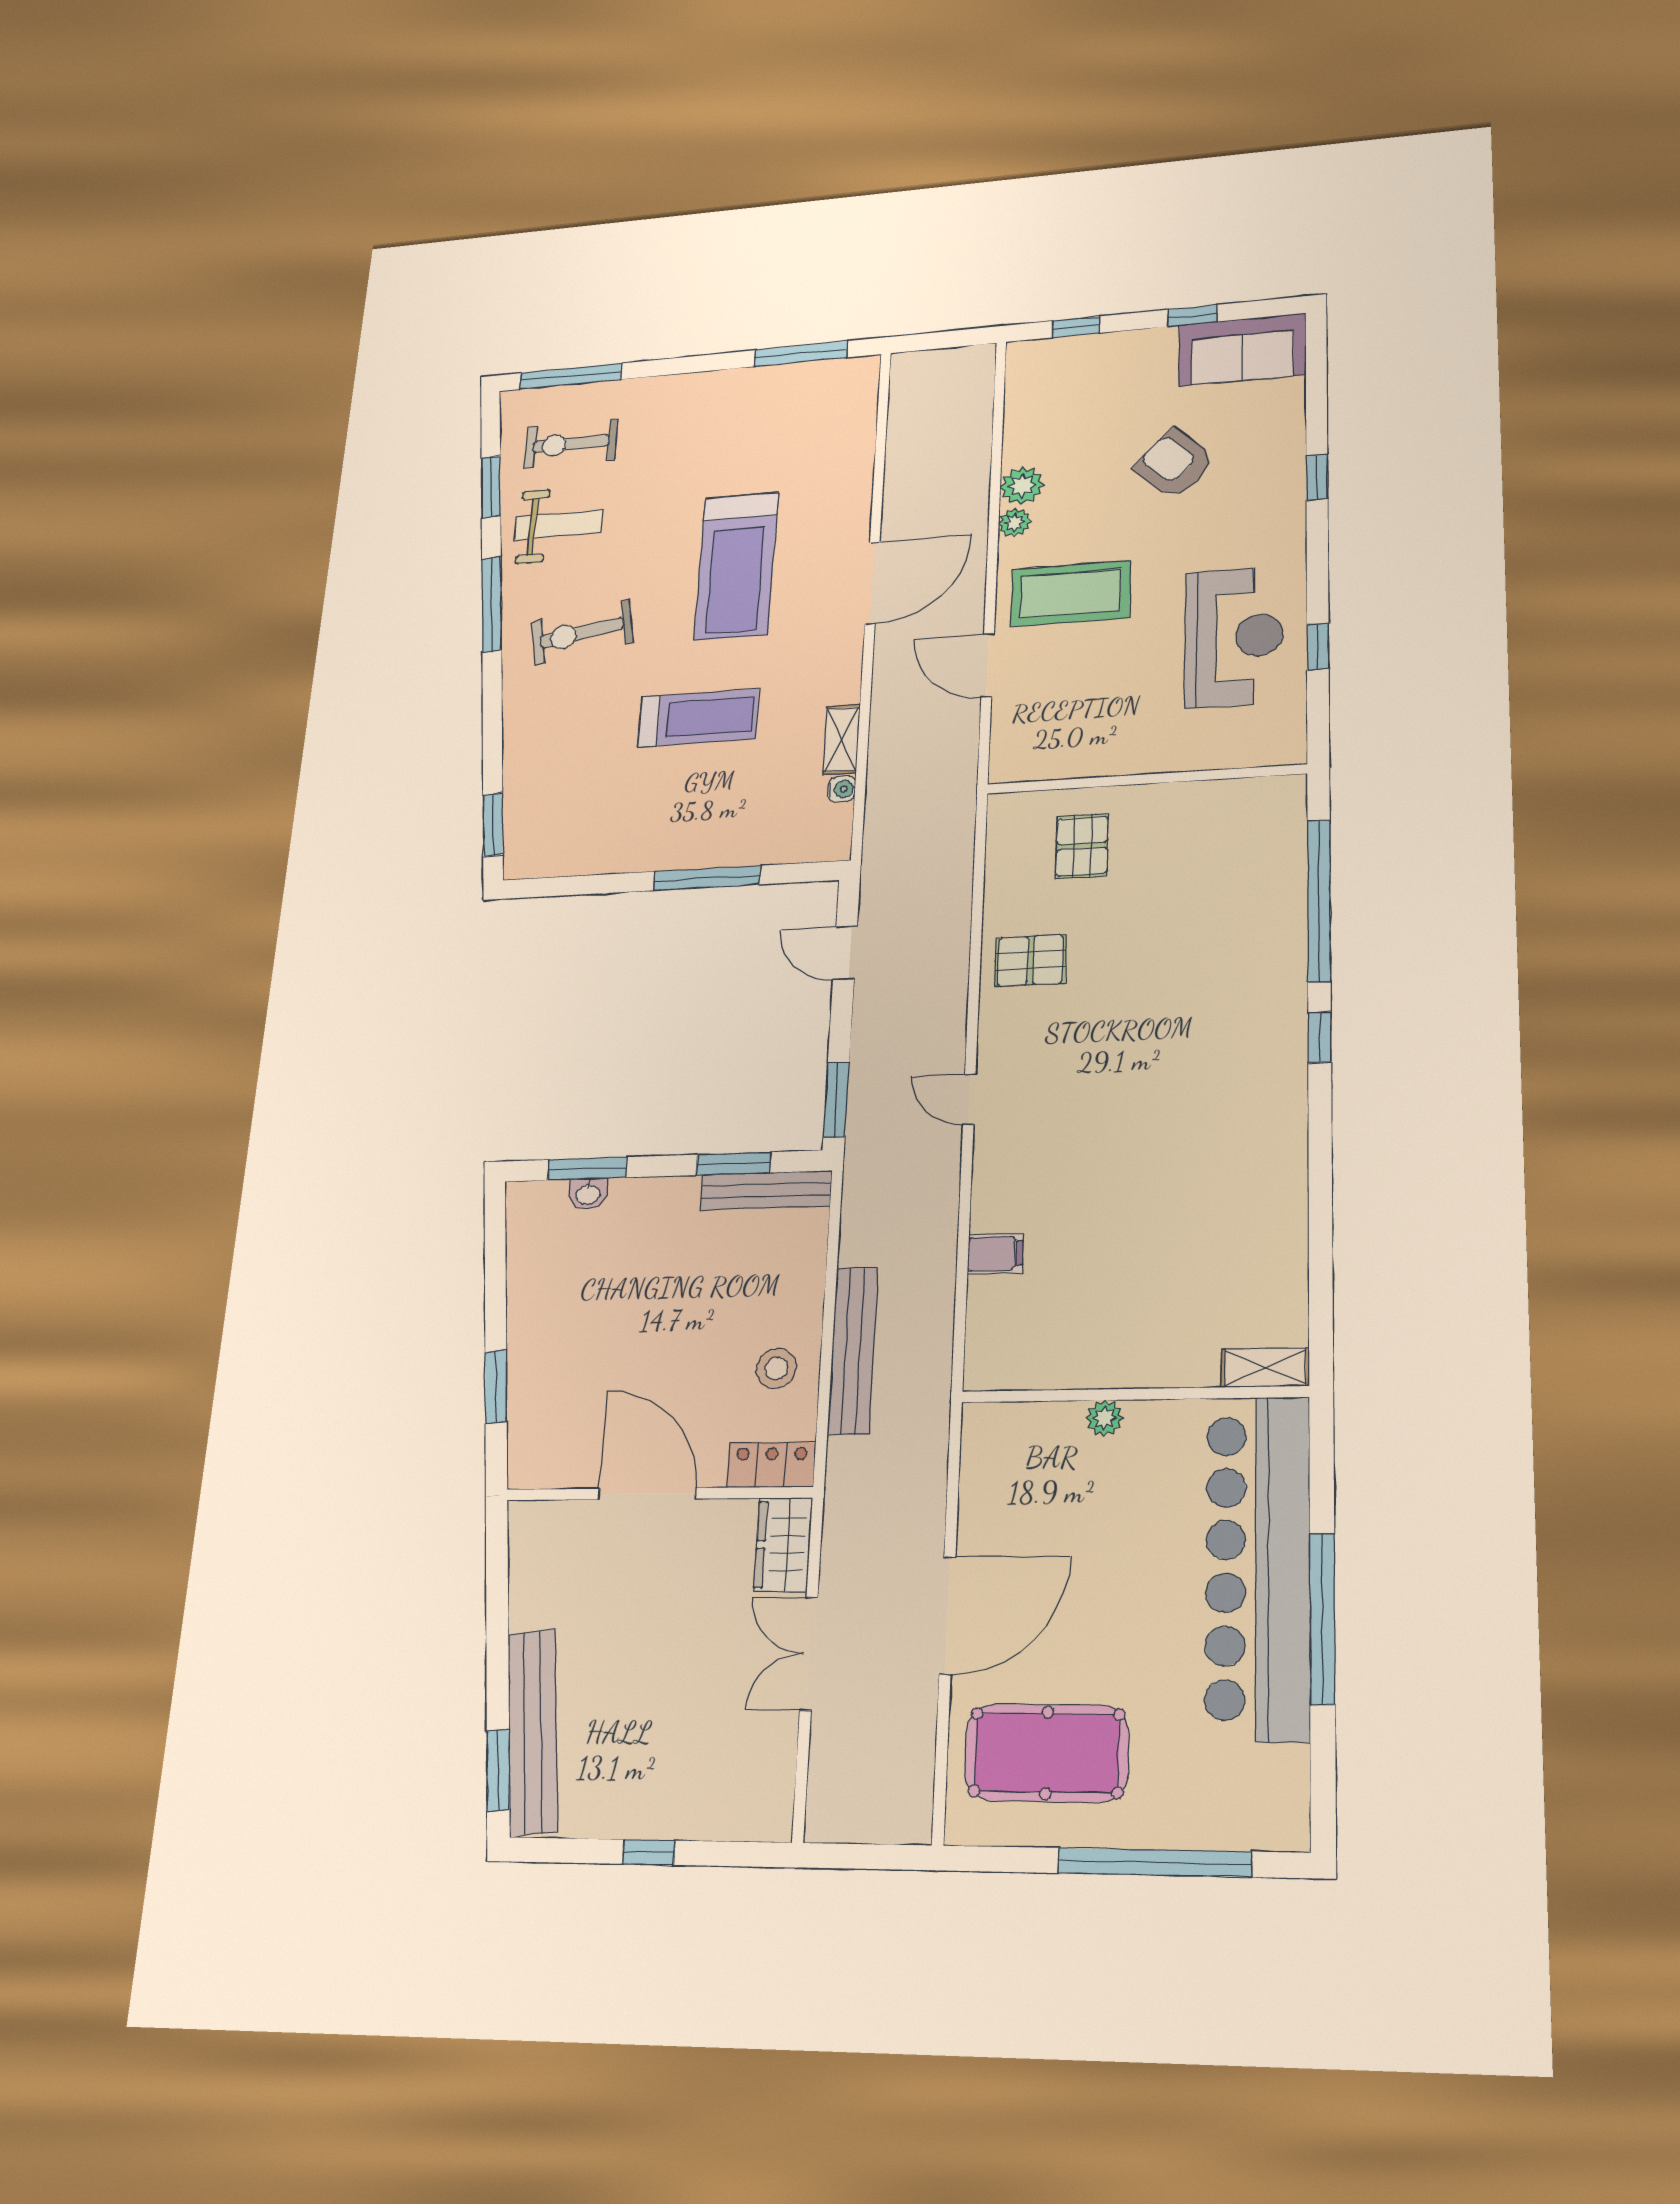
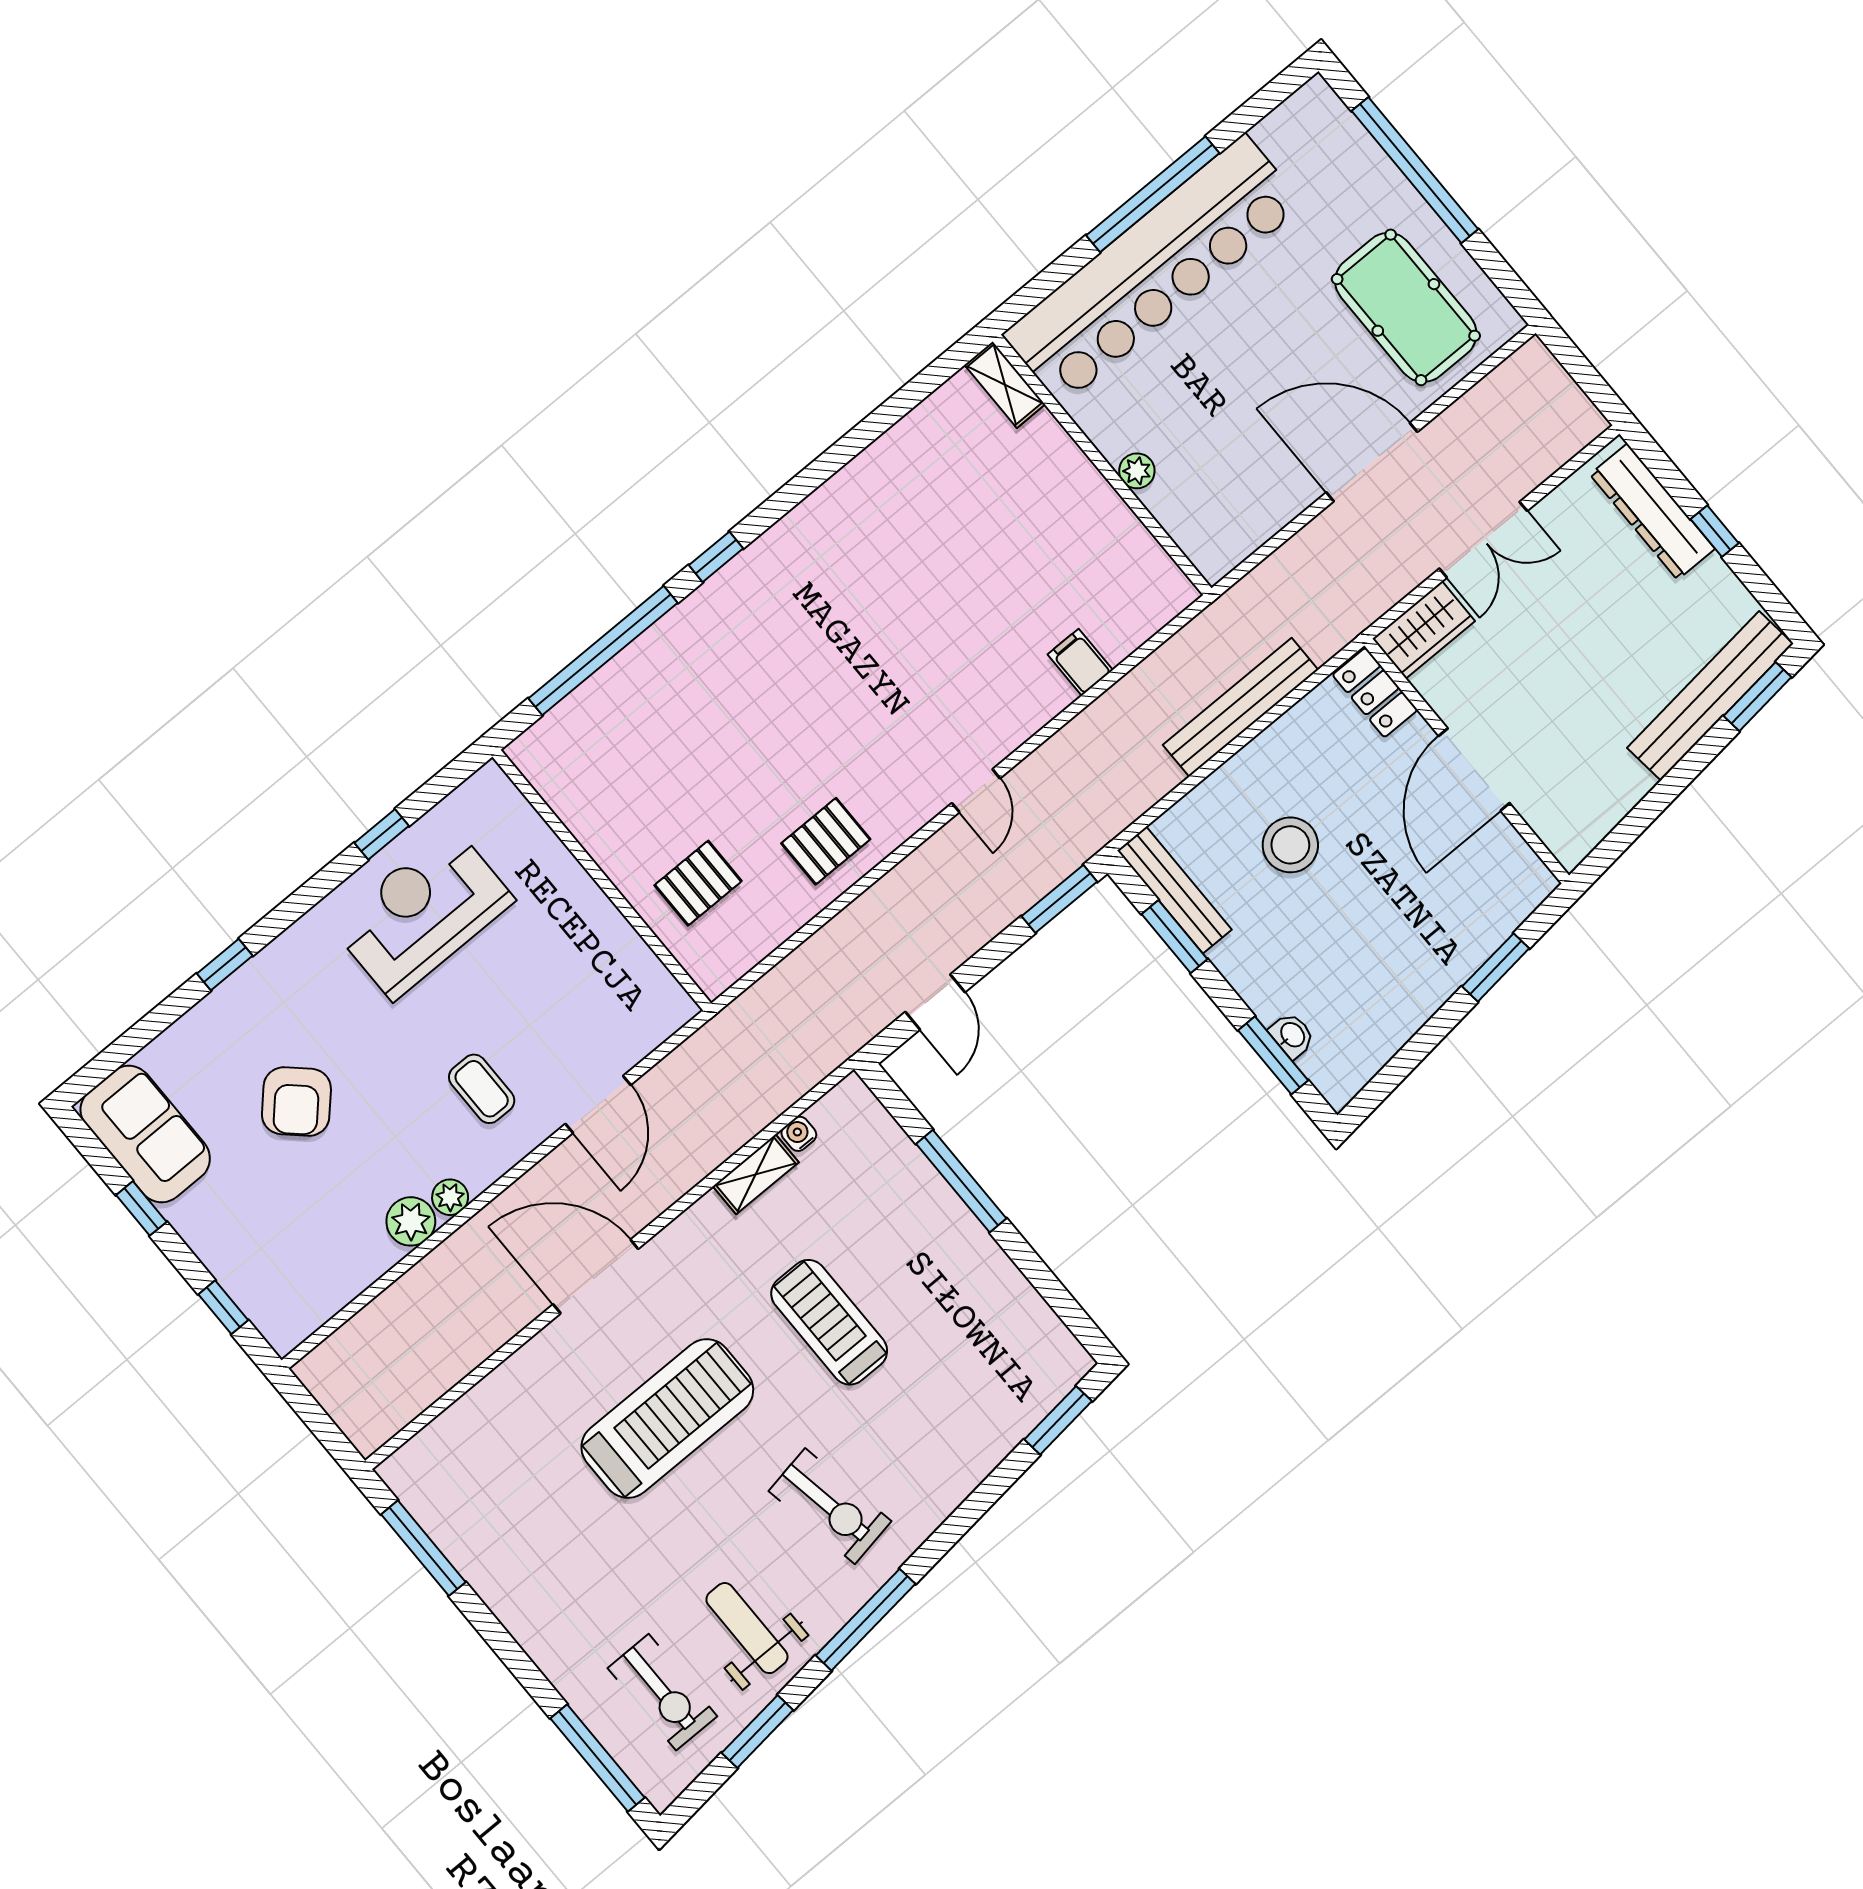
coffee table: (1070, 594) -> (482, 1089), width x0.54, depth x0.58
pallet: (1030, 960) -> (826, 841), turned 90
stool: (776, 1369) -> (1290, 845), moved, width x1.38, depth x1.38
dresser: (708, 1814) -> (1652, 512), added

